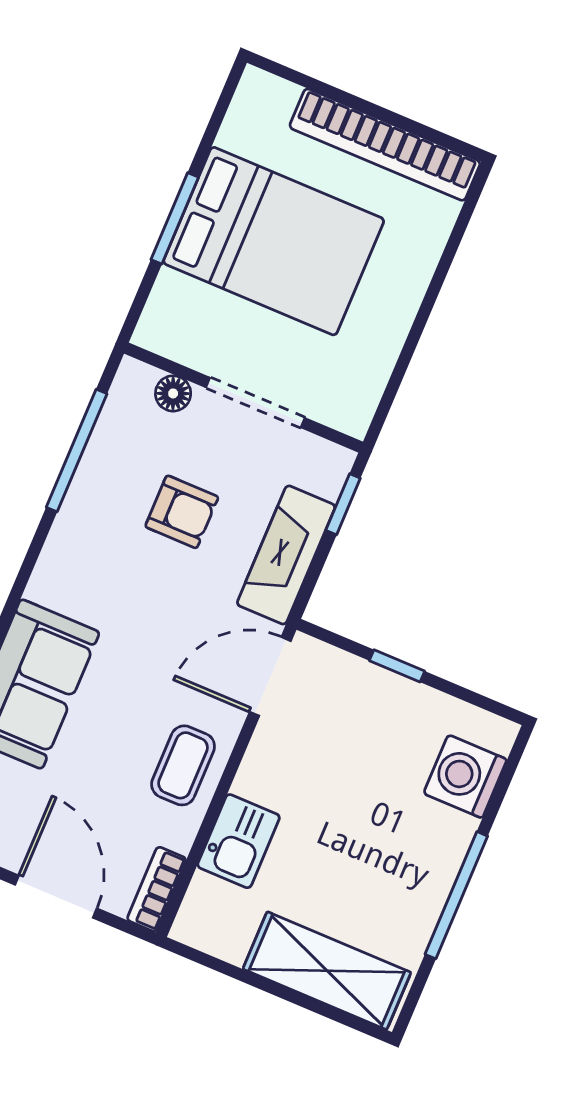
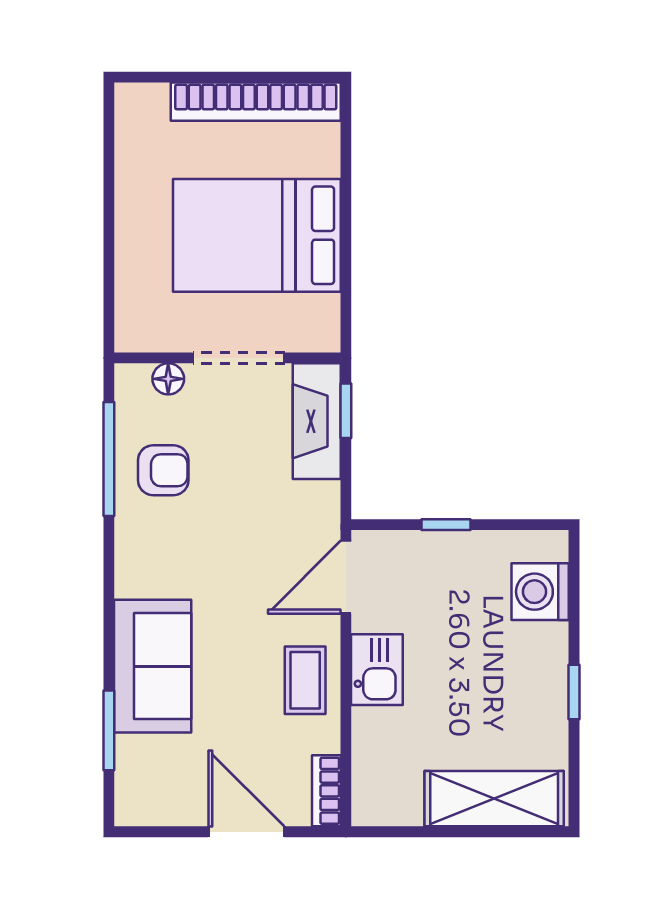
window: (175, 218) -> (109, 235), removed
bed: (274, 241) -> (257, 235), moved, turned 180
armchair: (182, 512) -> (163, 470), moved
fireplace: (286, 555) -> (317, 421), moved
kitchen sink: (239, 841) -> (377, 670), moved
window: (456, 895) -> (574, 692), width x0.46

